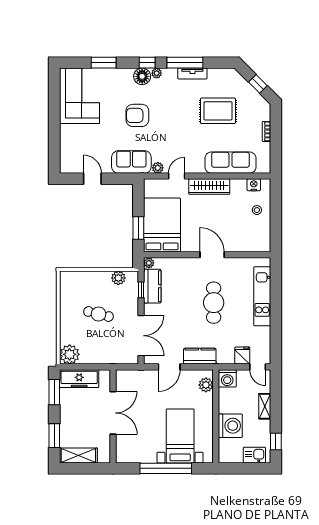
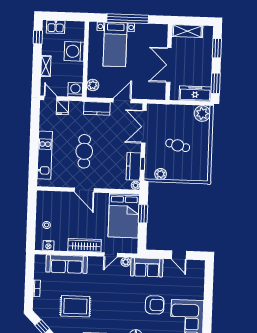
armchair: (137, 115) -> (155, 305), moved
shelving: (78, 455) -> (187, 31), moved

